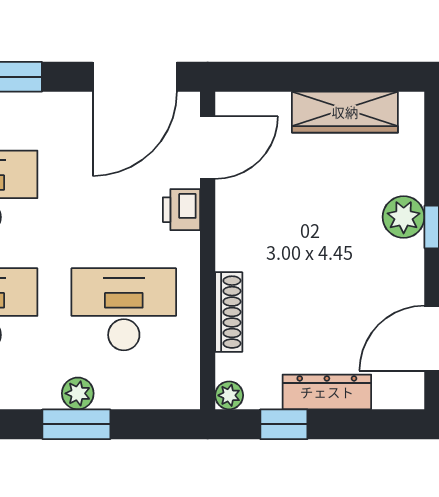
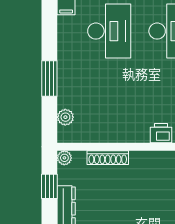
desk: (124, 309) -> (109, 103), removed
plant: (78, 393) -> (65, 117), moved

